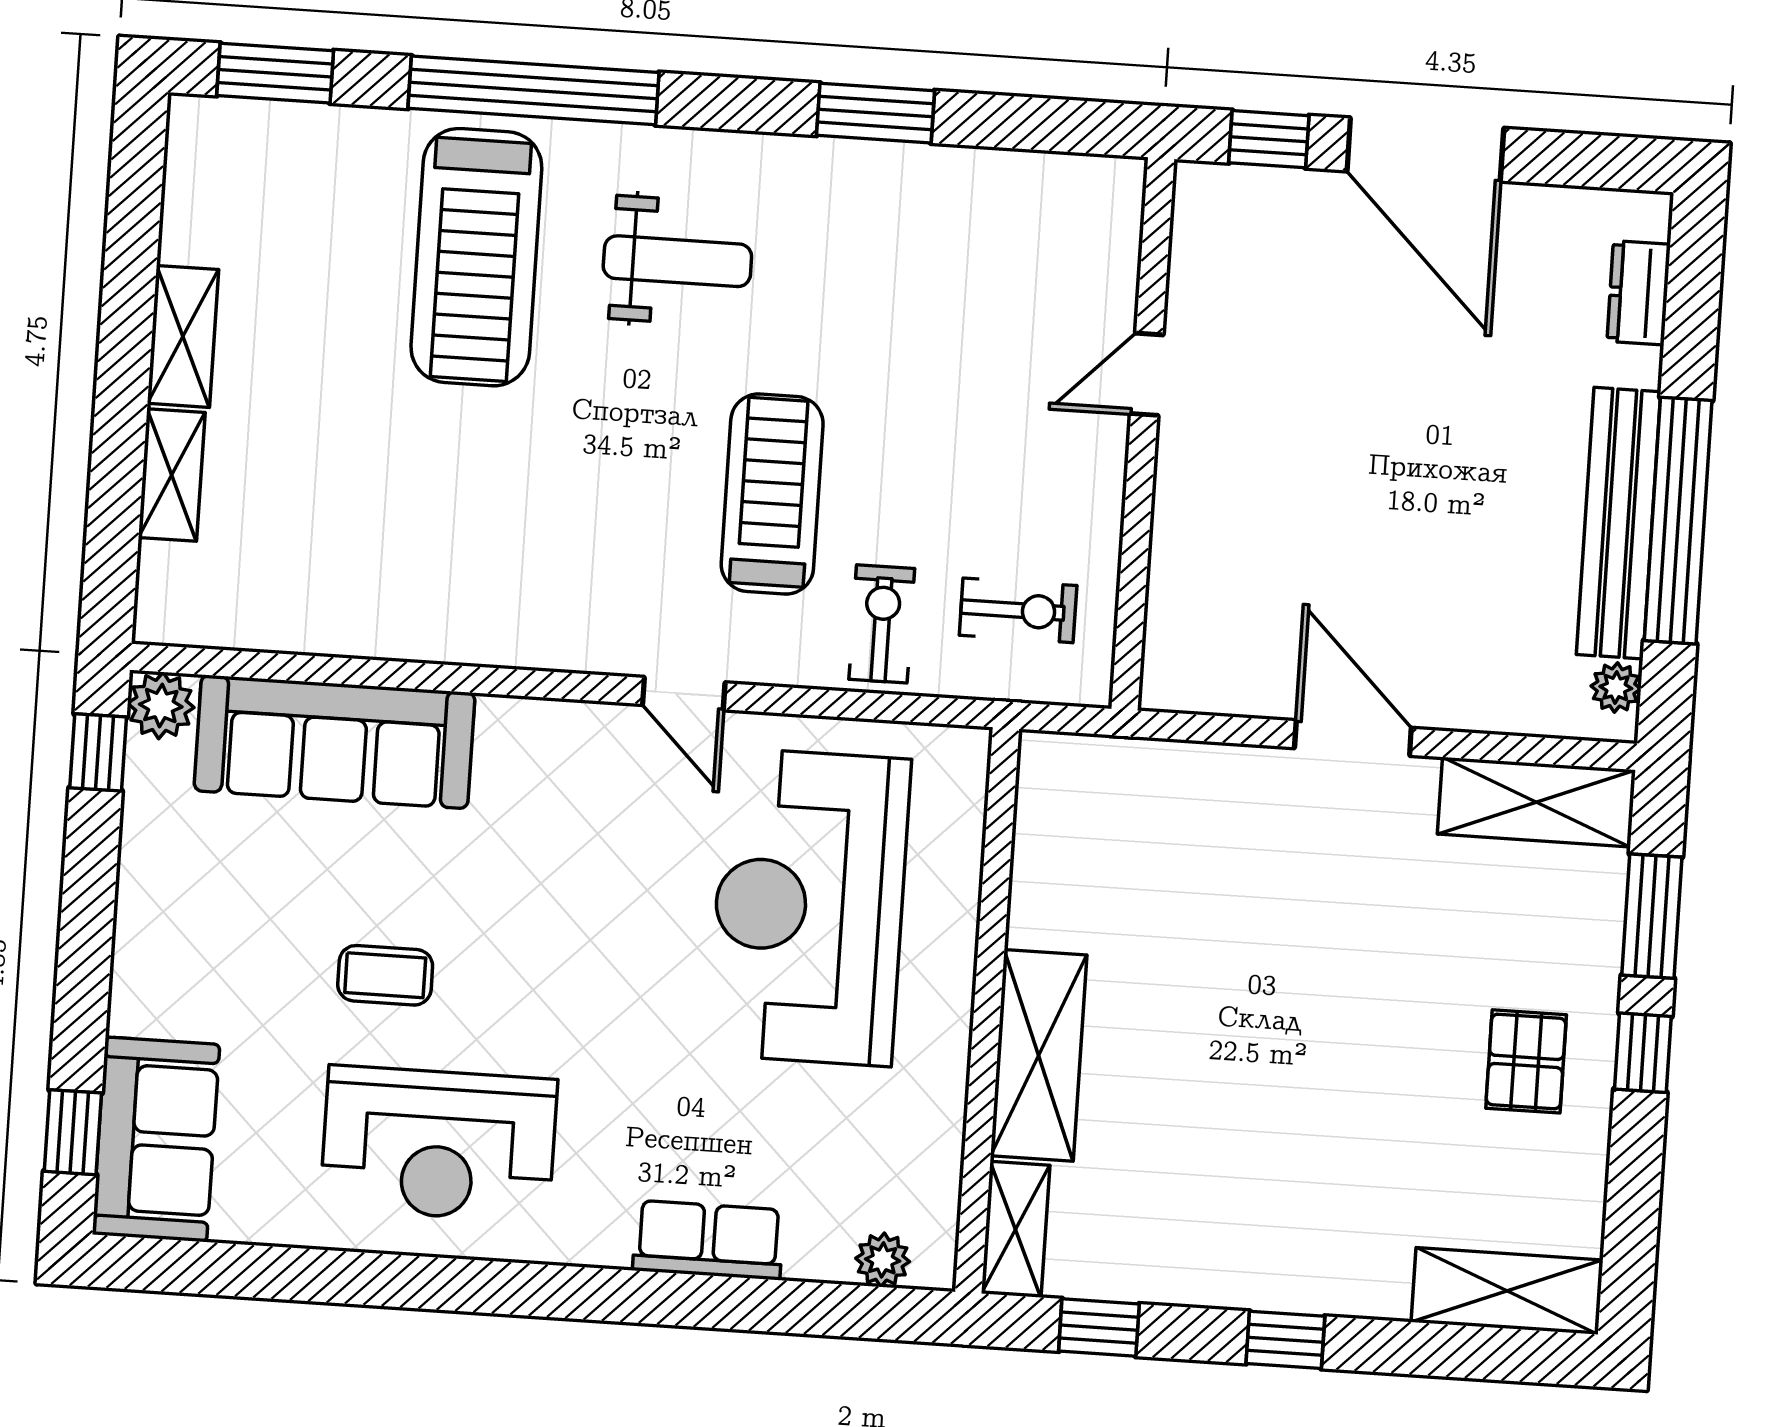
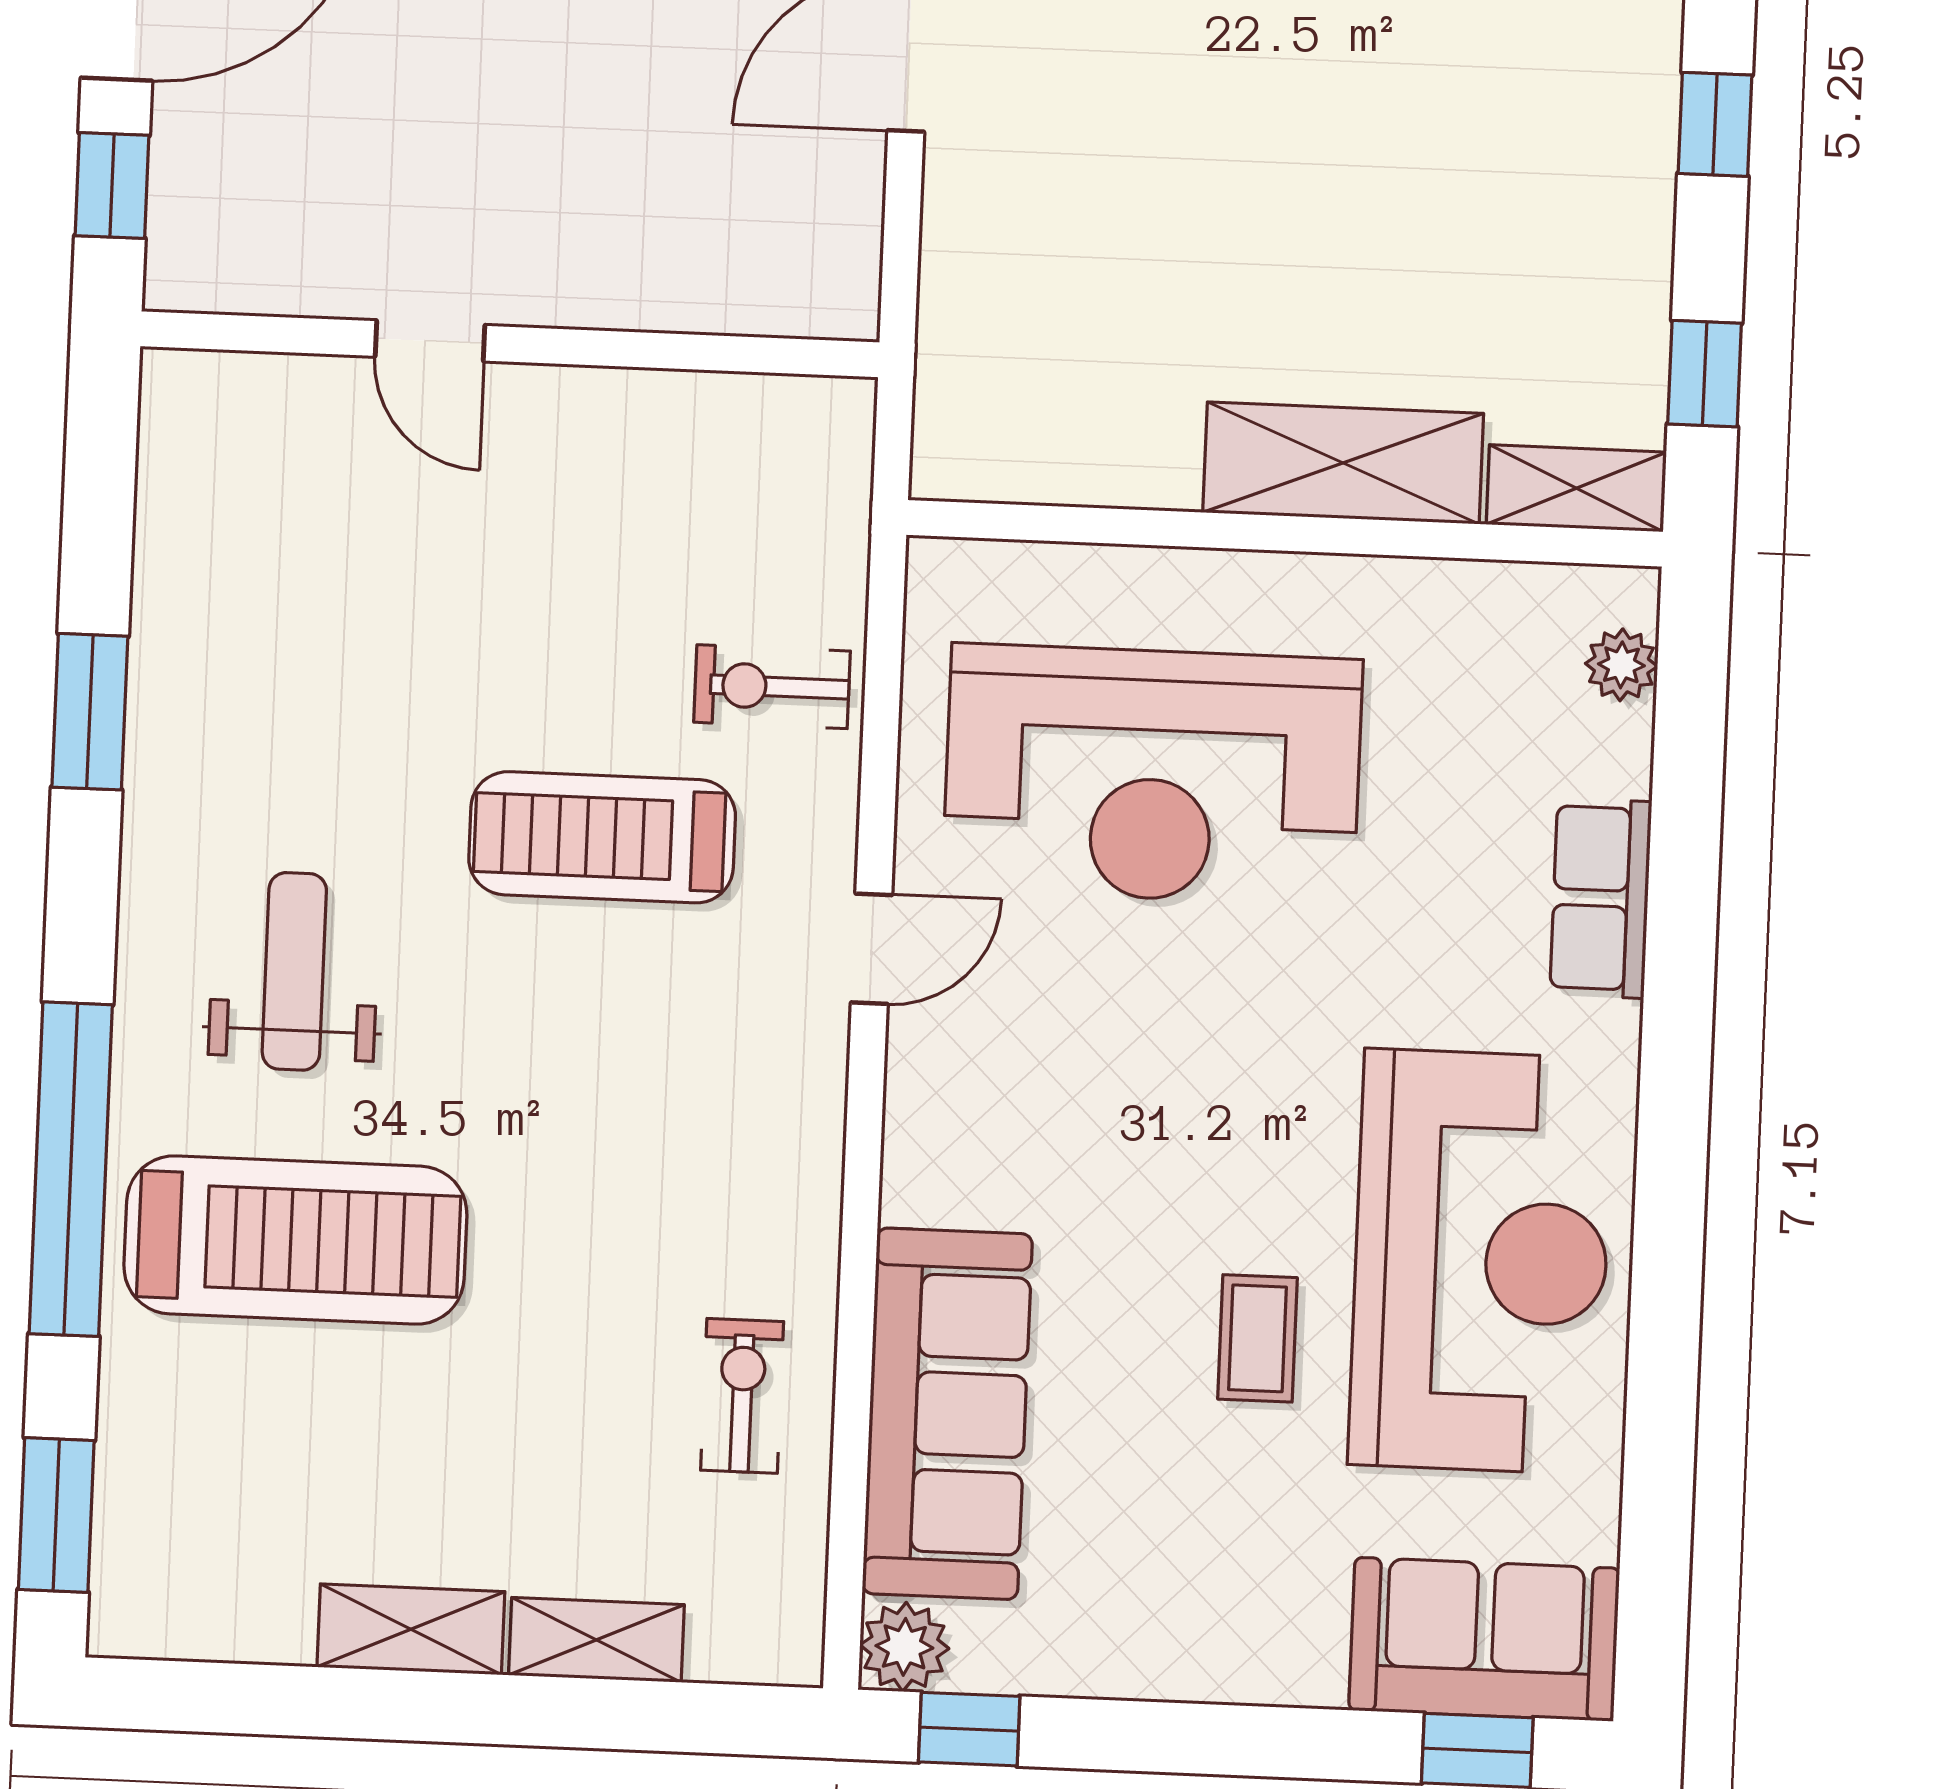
exercise bike: (1018, 610) -> (742, 1396), moved
reception desk: (439, 1144) -> (1481, 1261), width x1.36, depth x1.30

